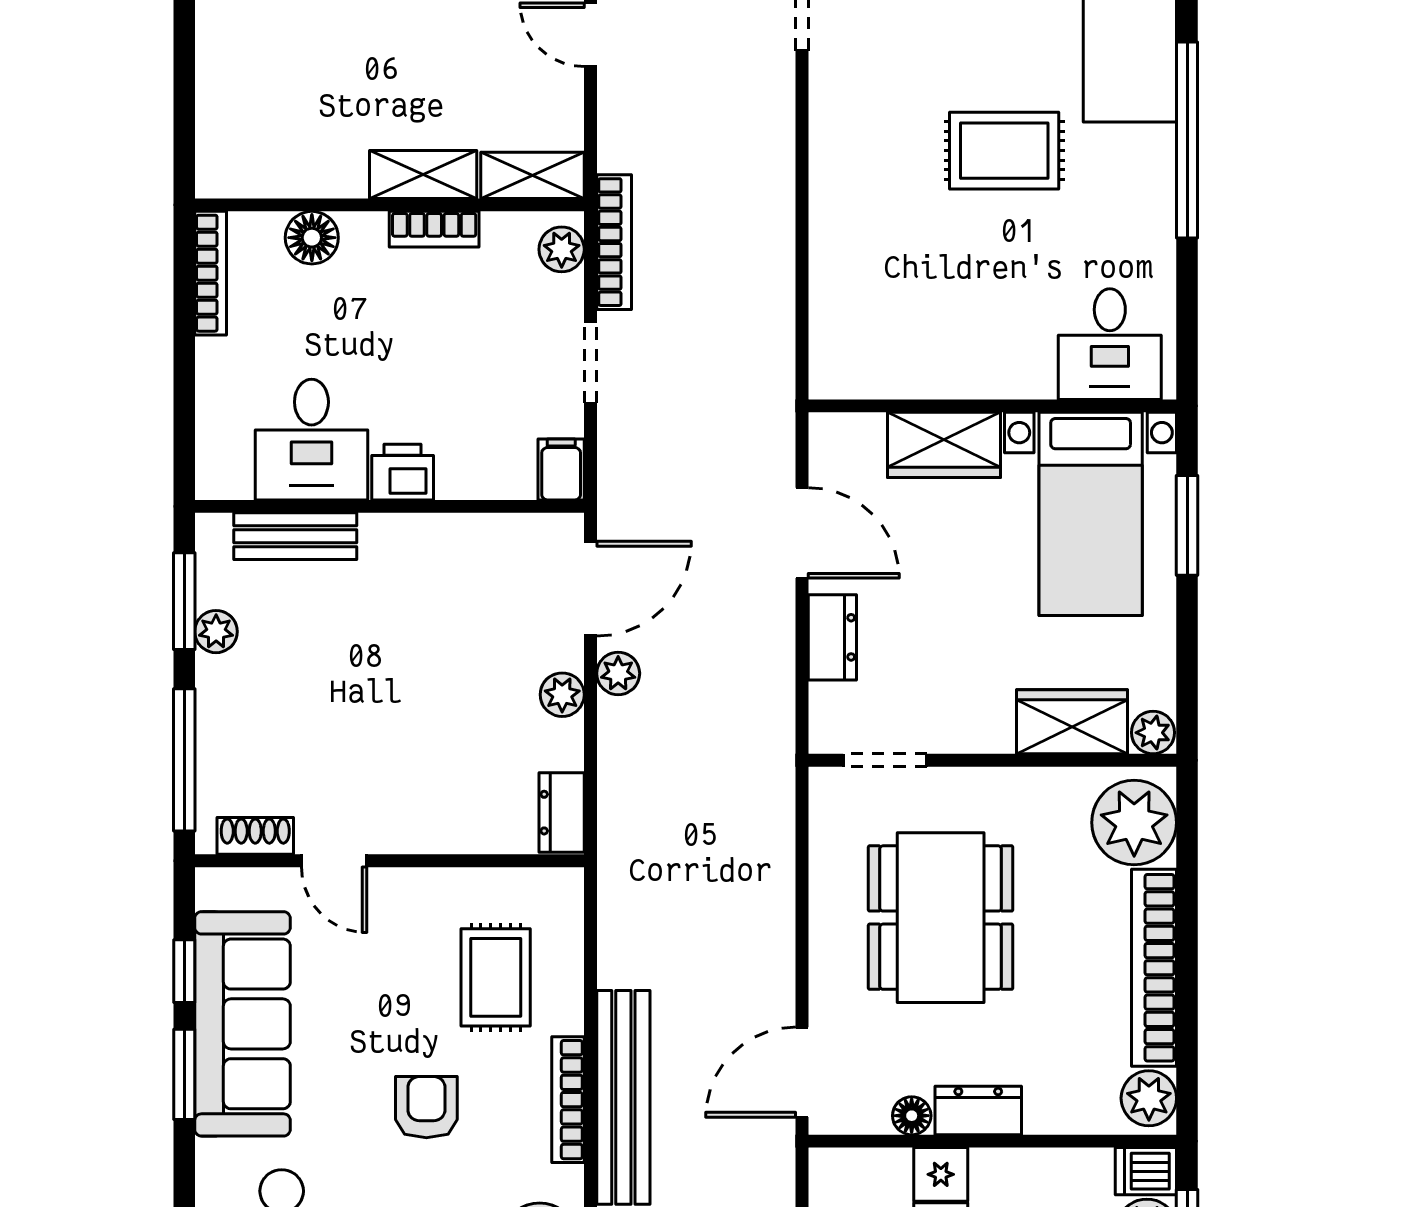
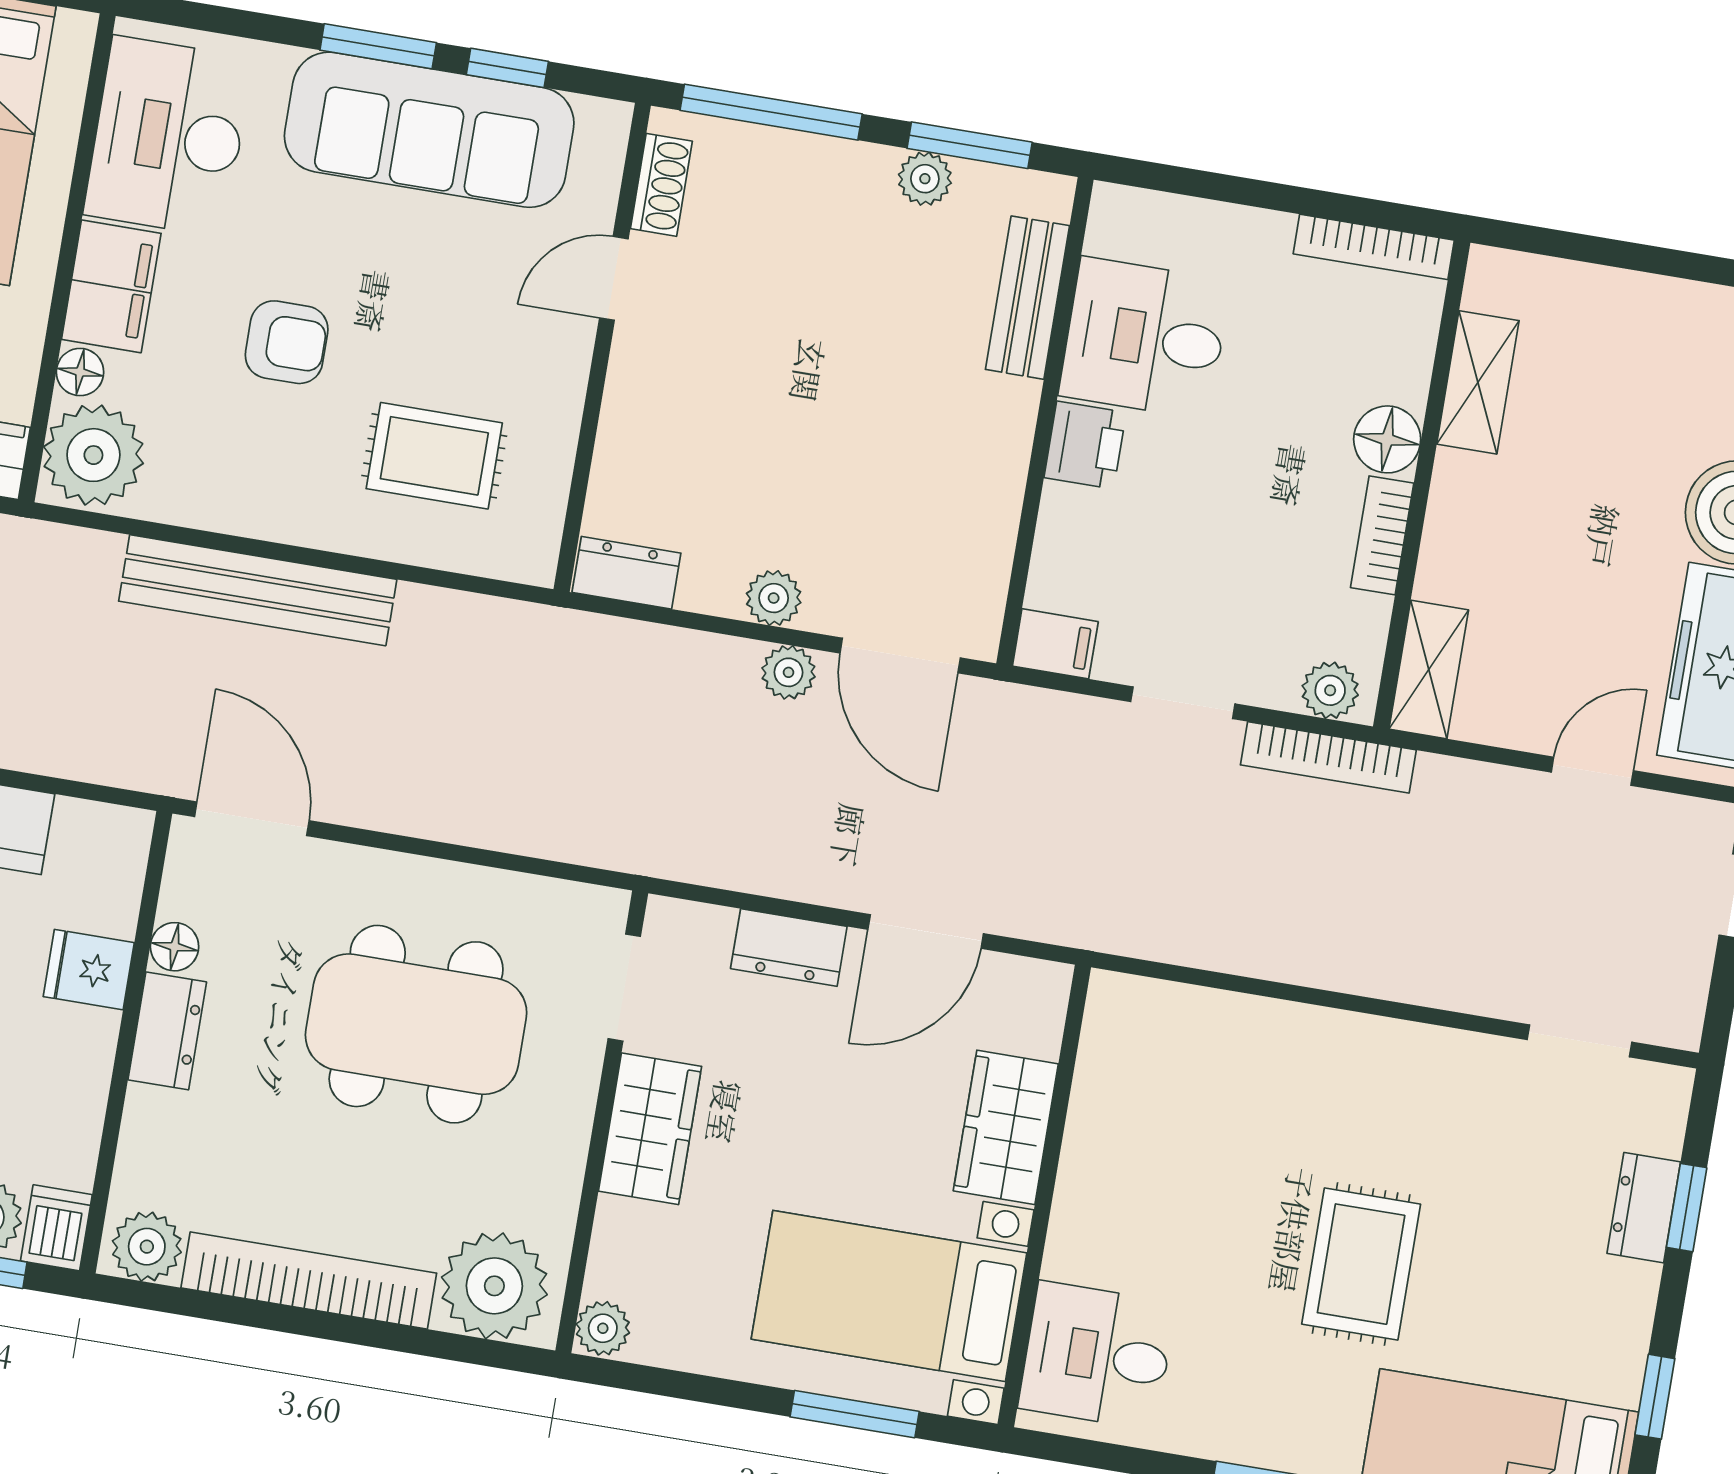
shelving: (423, 174) -> (1478, 382), moved
floor lamp: (312, 238) -> (1387, 439), moved
wardrobe: (1072, 722) -> (650, 1129), moved
bookcase: (568, 1100) -> (267, 521), removed

